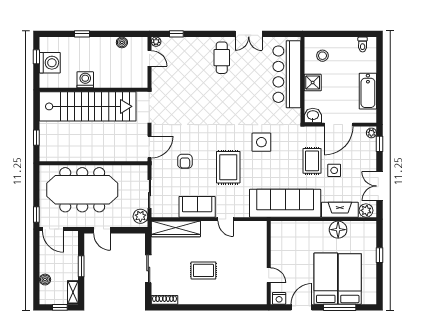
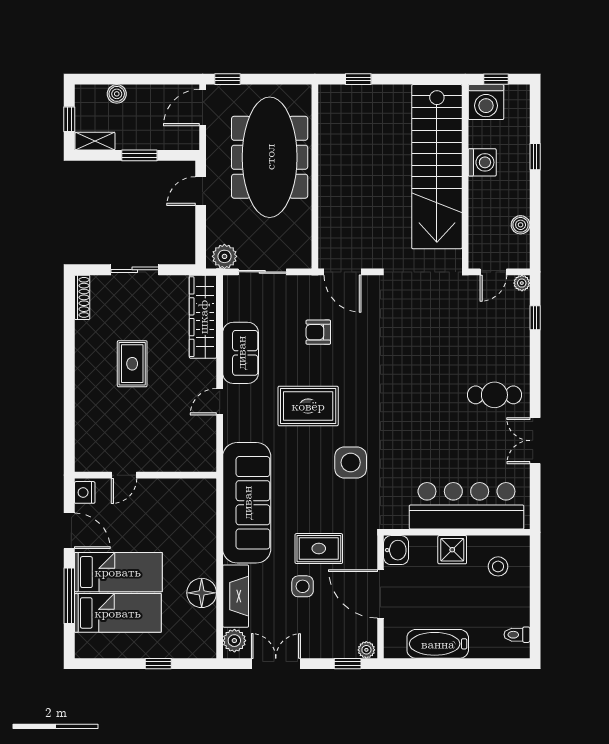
washing machine: (85, 80) -> (482, 162), moved
wall: (94, 90) -> (465, 177), moved
stairs: (88, 106) -> (437, 167), moved

